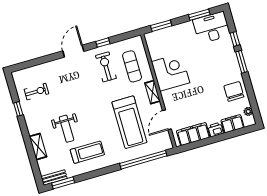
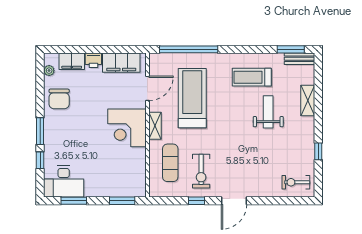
corner desk: (171, 72) -> (127, 128), moved
exercise bike: (36, 92) -> (296, 182), moved

